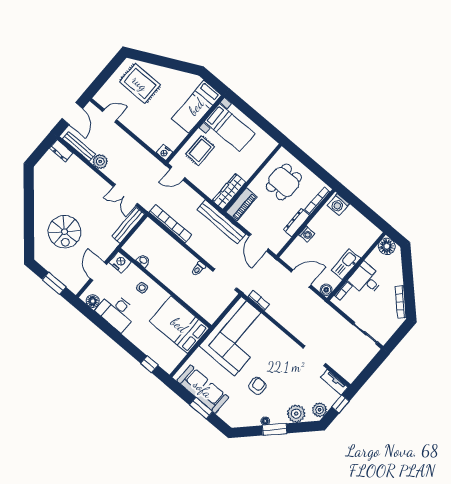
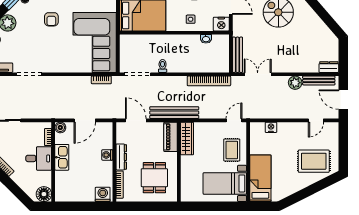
nightstand: (164, 152) -> (271, 127), moved

